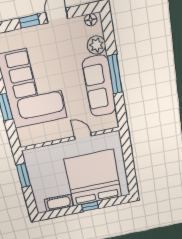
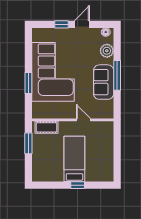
sofa: (99, 86) -> (104, 82), width x0.73
bed: (93, 178) -> (74, 159), width x0.49
cot: (59, 203) -> (46, 127), moved

